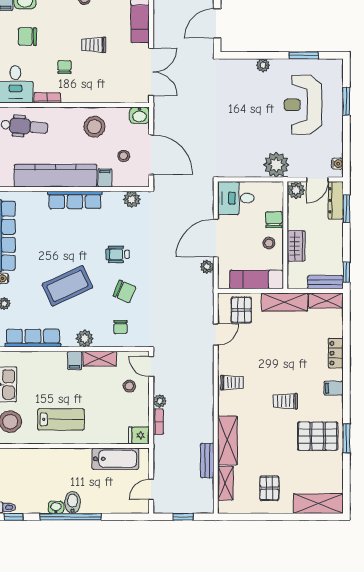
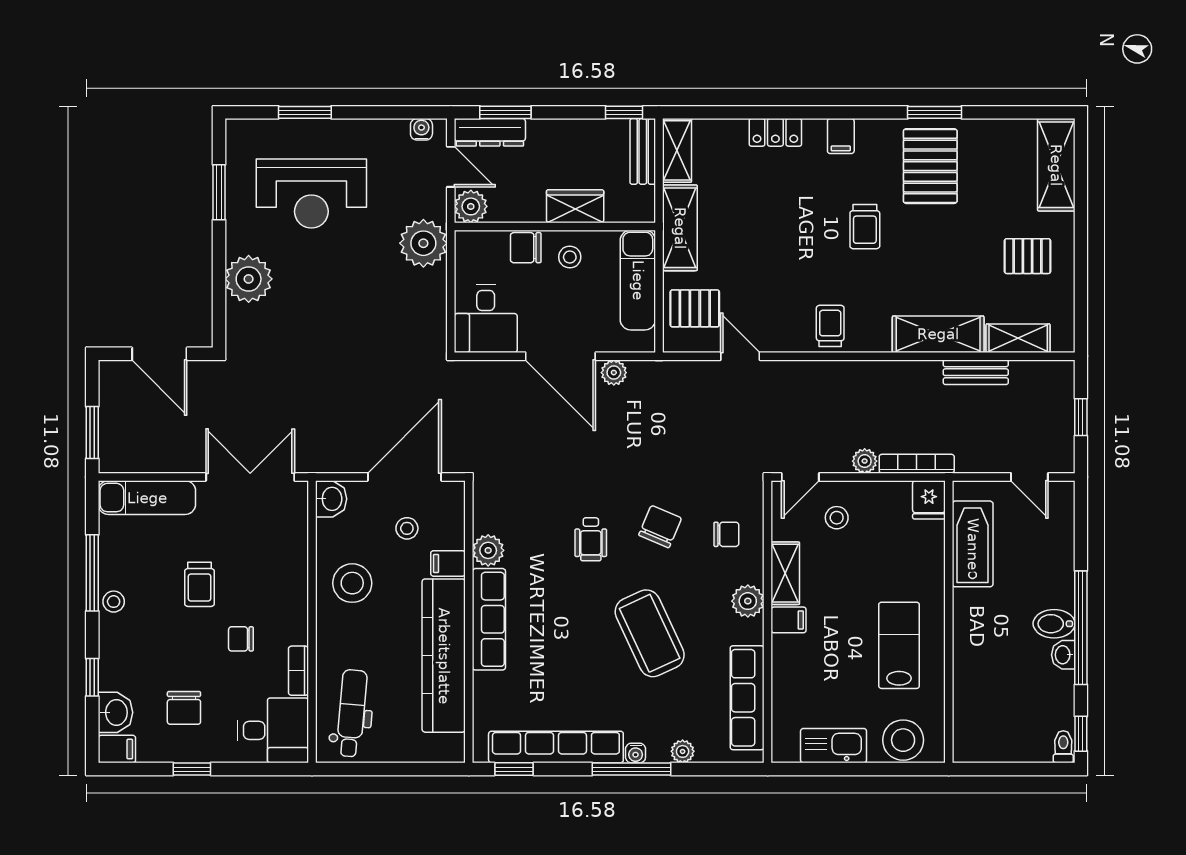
plant: (263, 65) -> (249, 279), width x1.87, depth x1.87
plant: (132, 199) -> (488, 550), moved
bookcase: (158, 422) -> (917, 464), width x1.56

